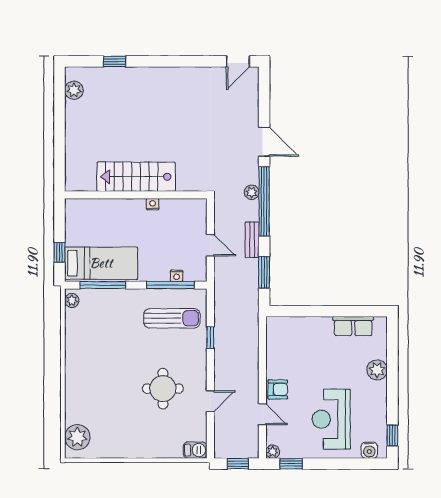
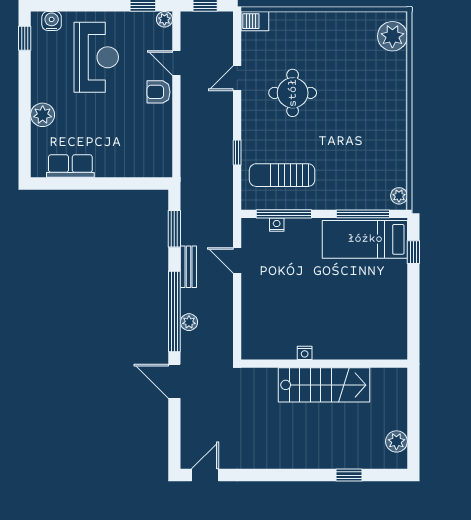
stairs: (136, 177) -> (324, 385), moved
wall: (136, 195) -> (324, 364), moved
nightstand: (153, 204) -> (305, 353), moved

